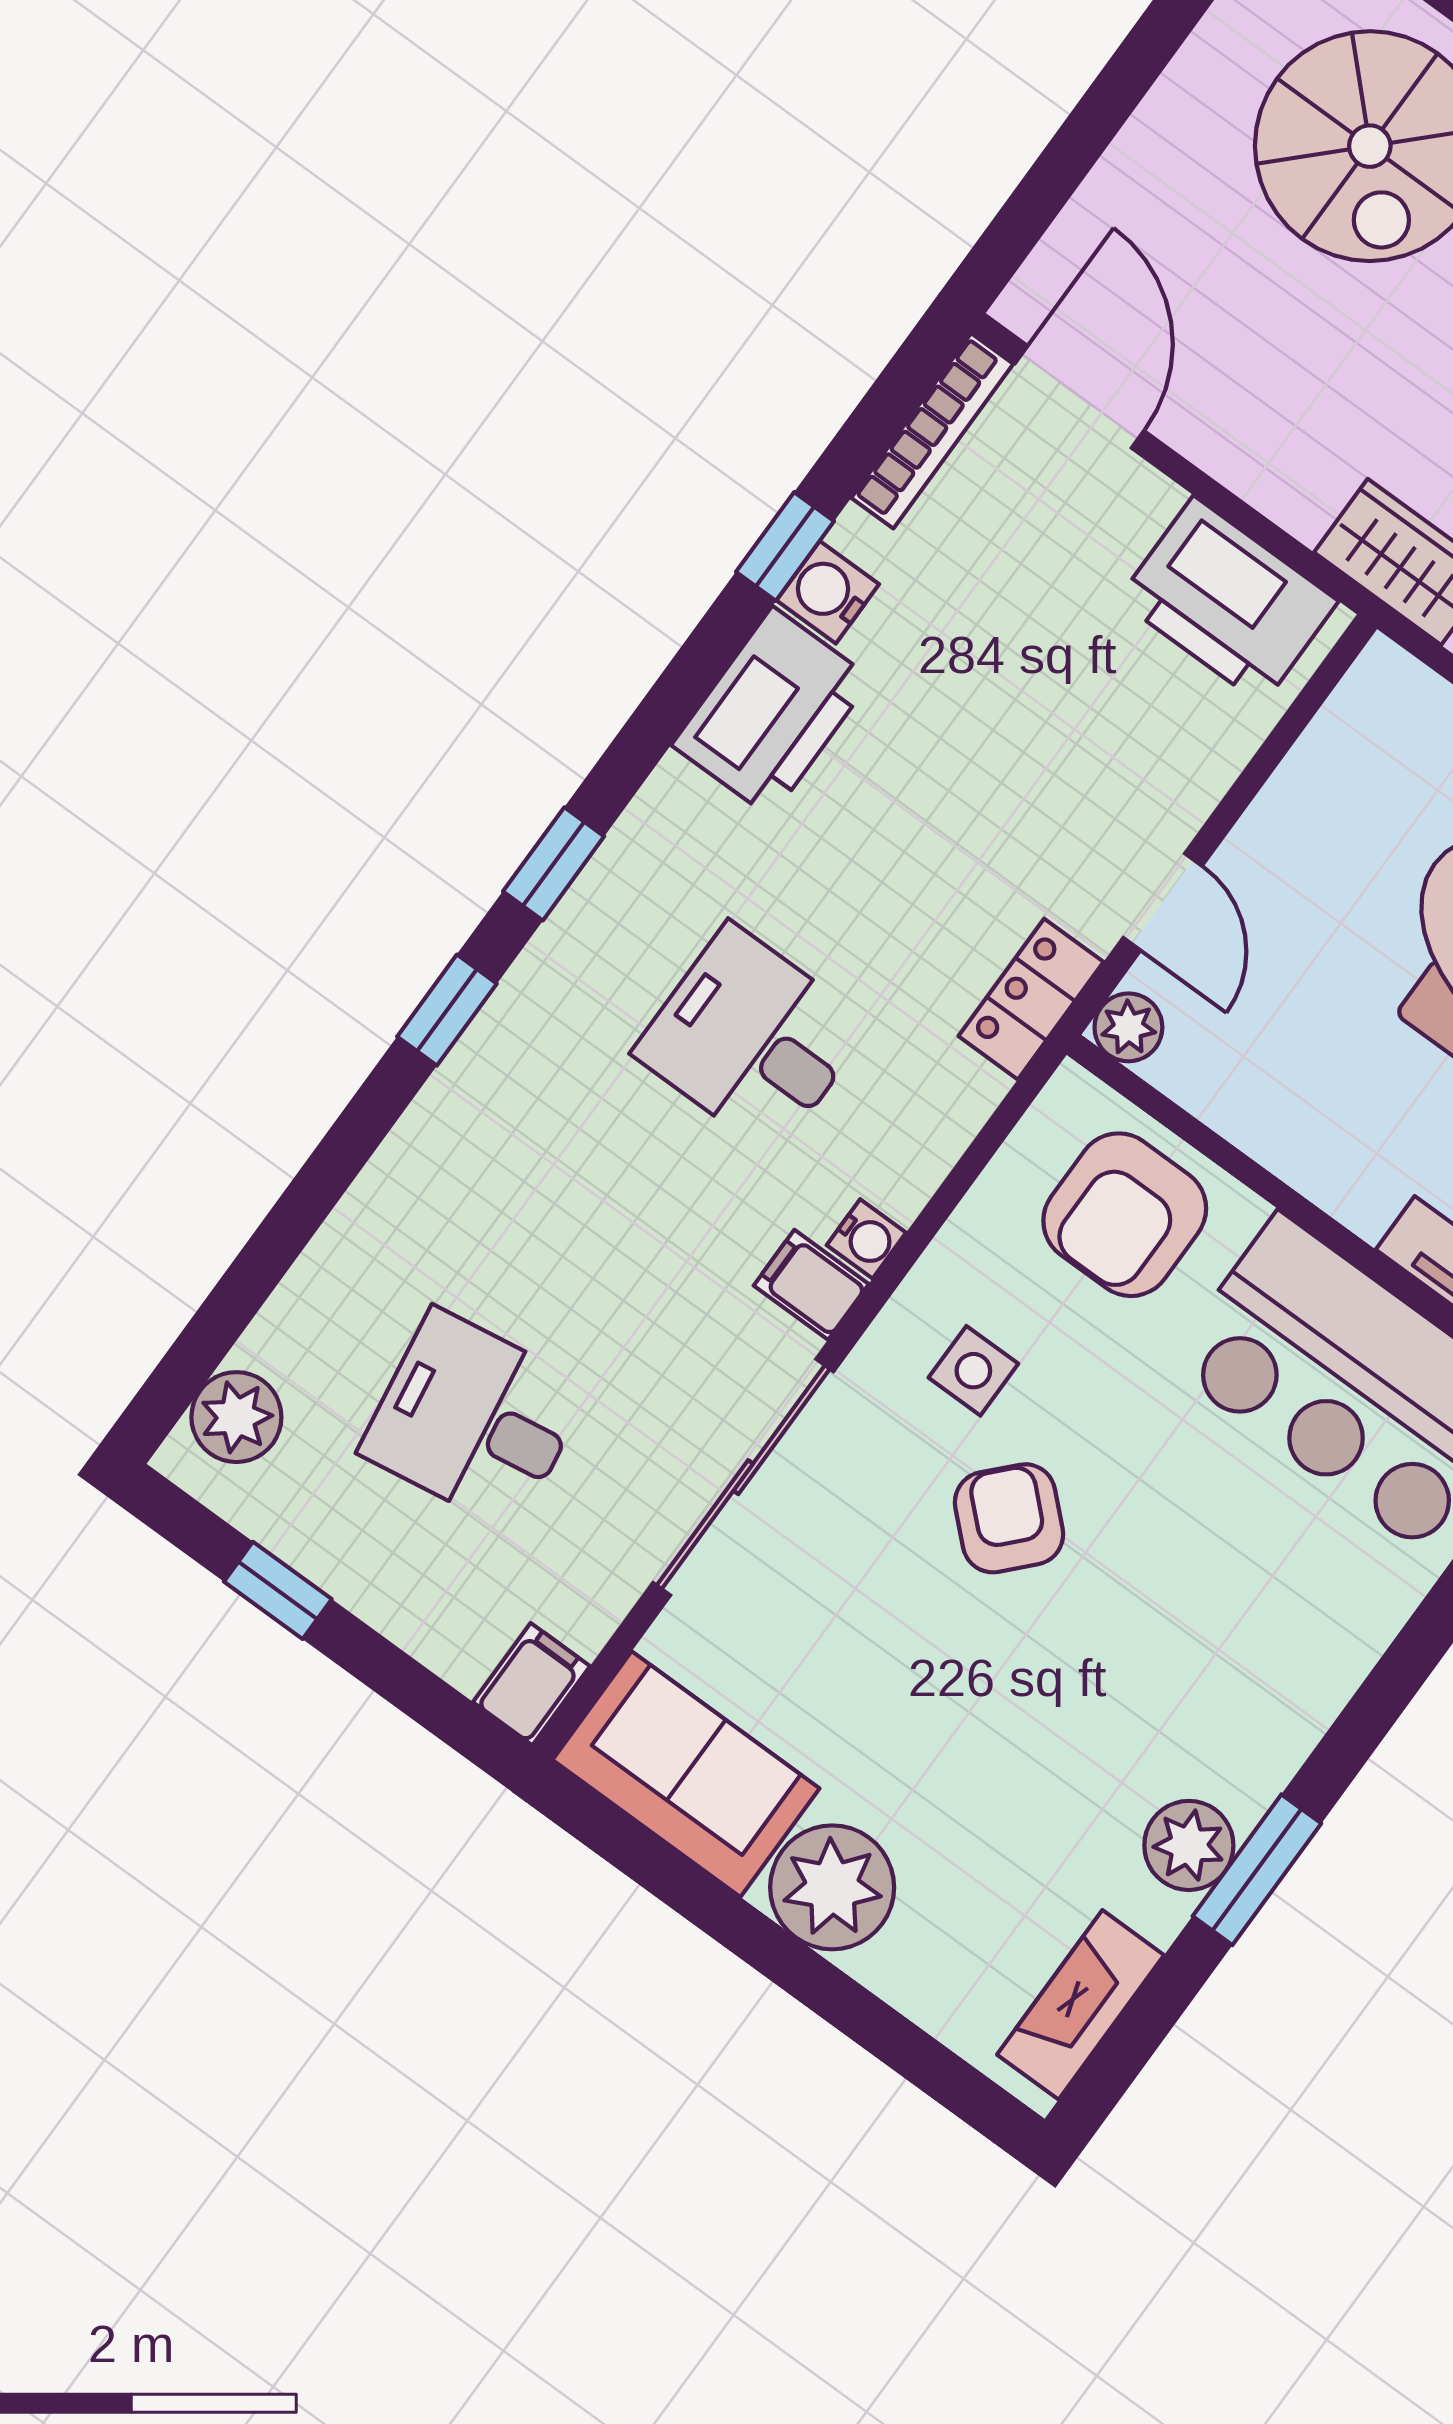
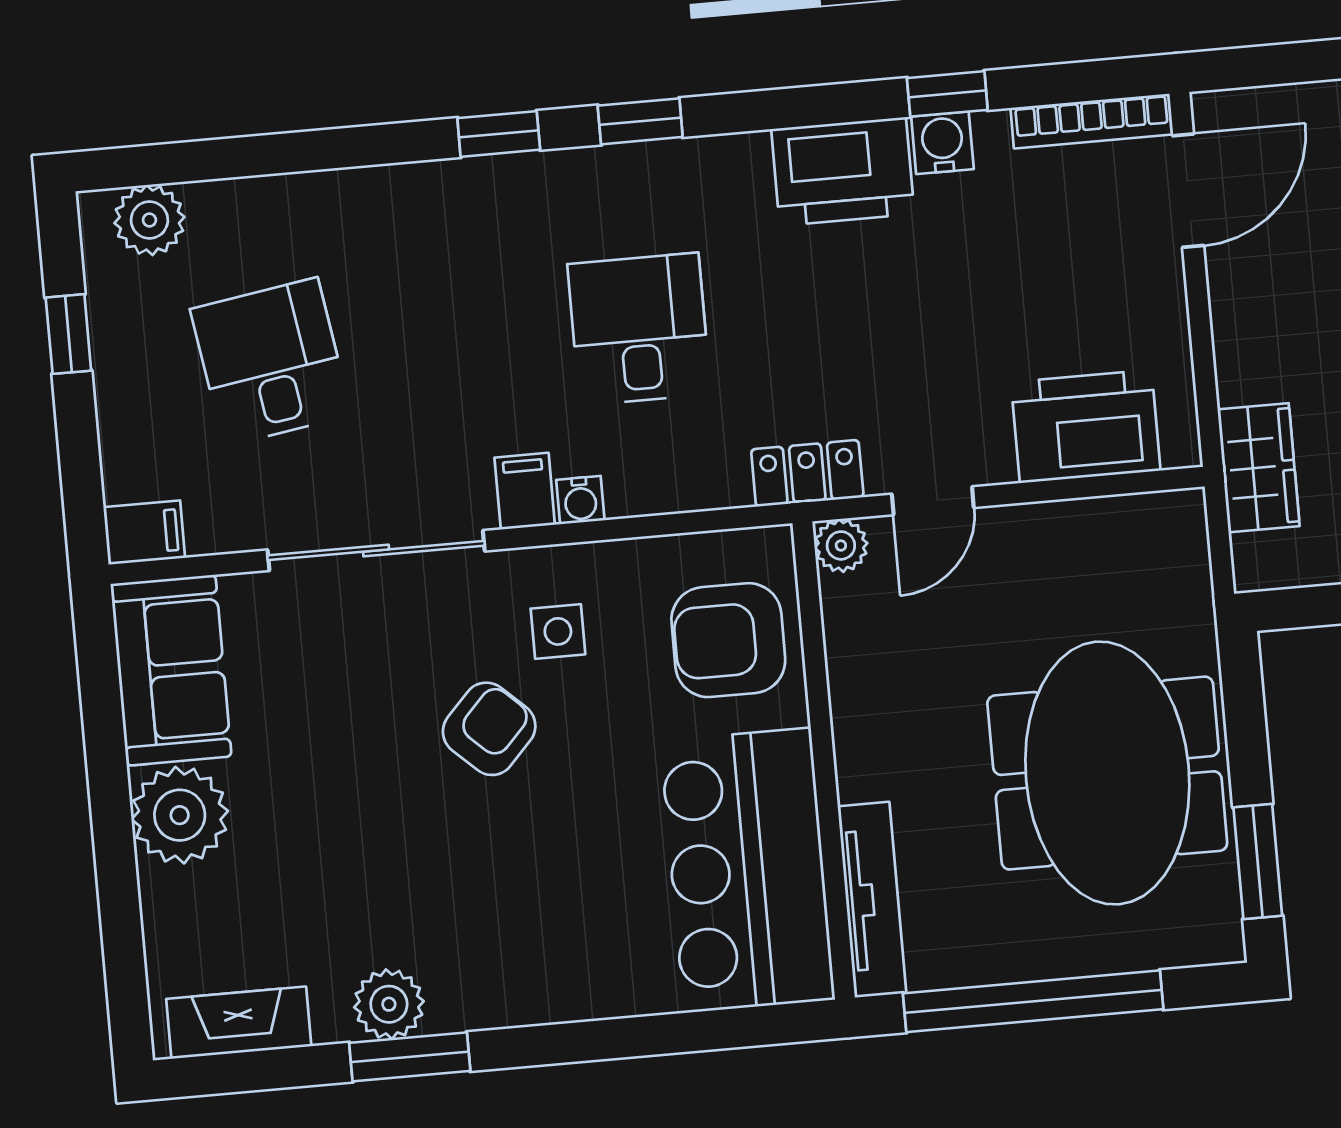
printer: (1228, 600) -> (1086, 426), moved, turned 90

